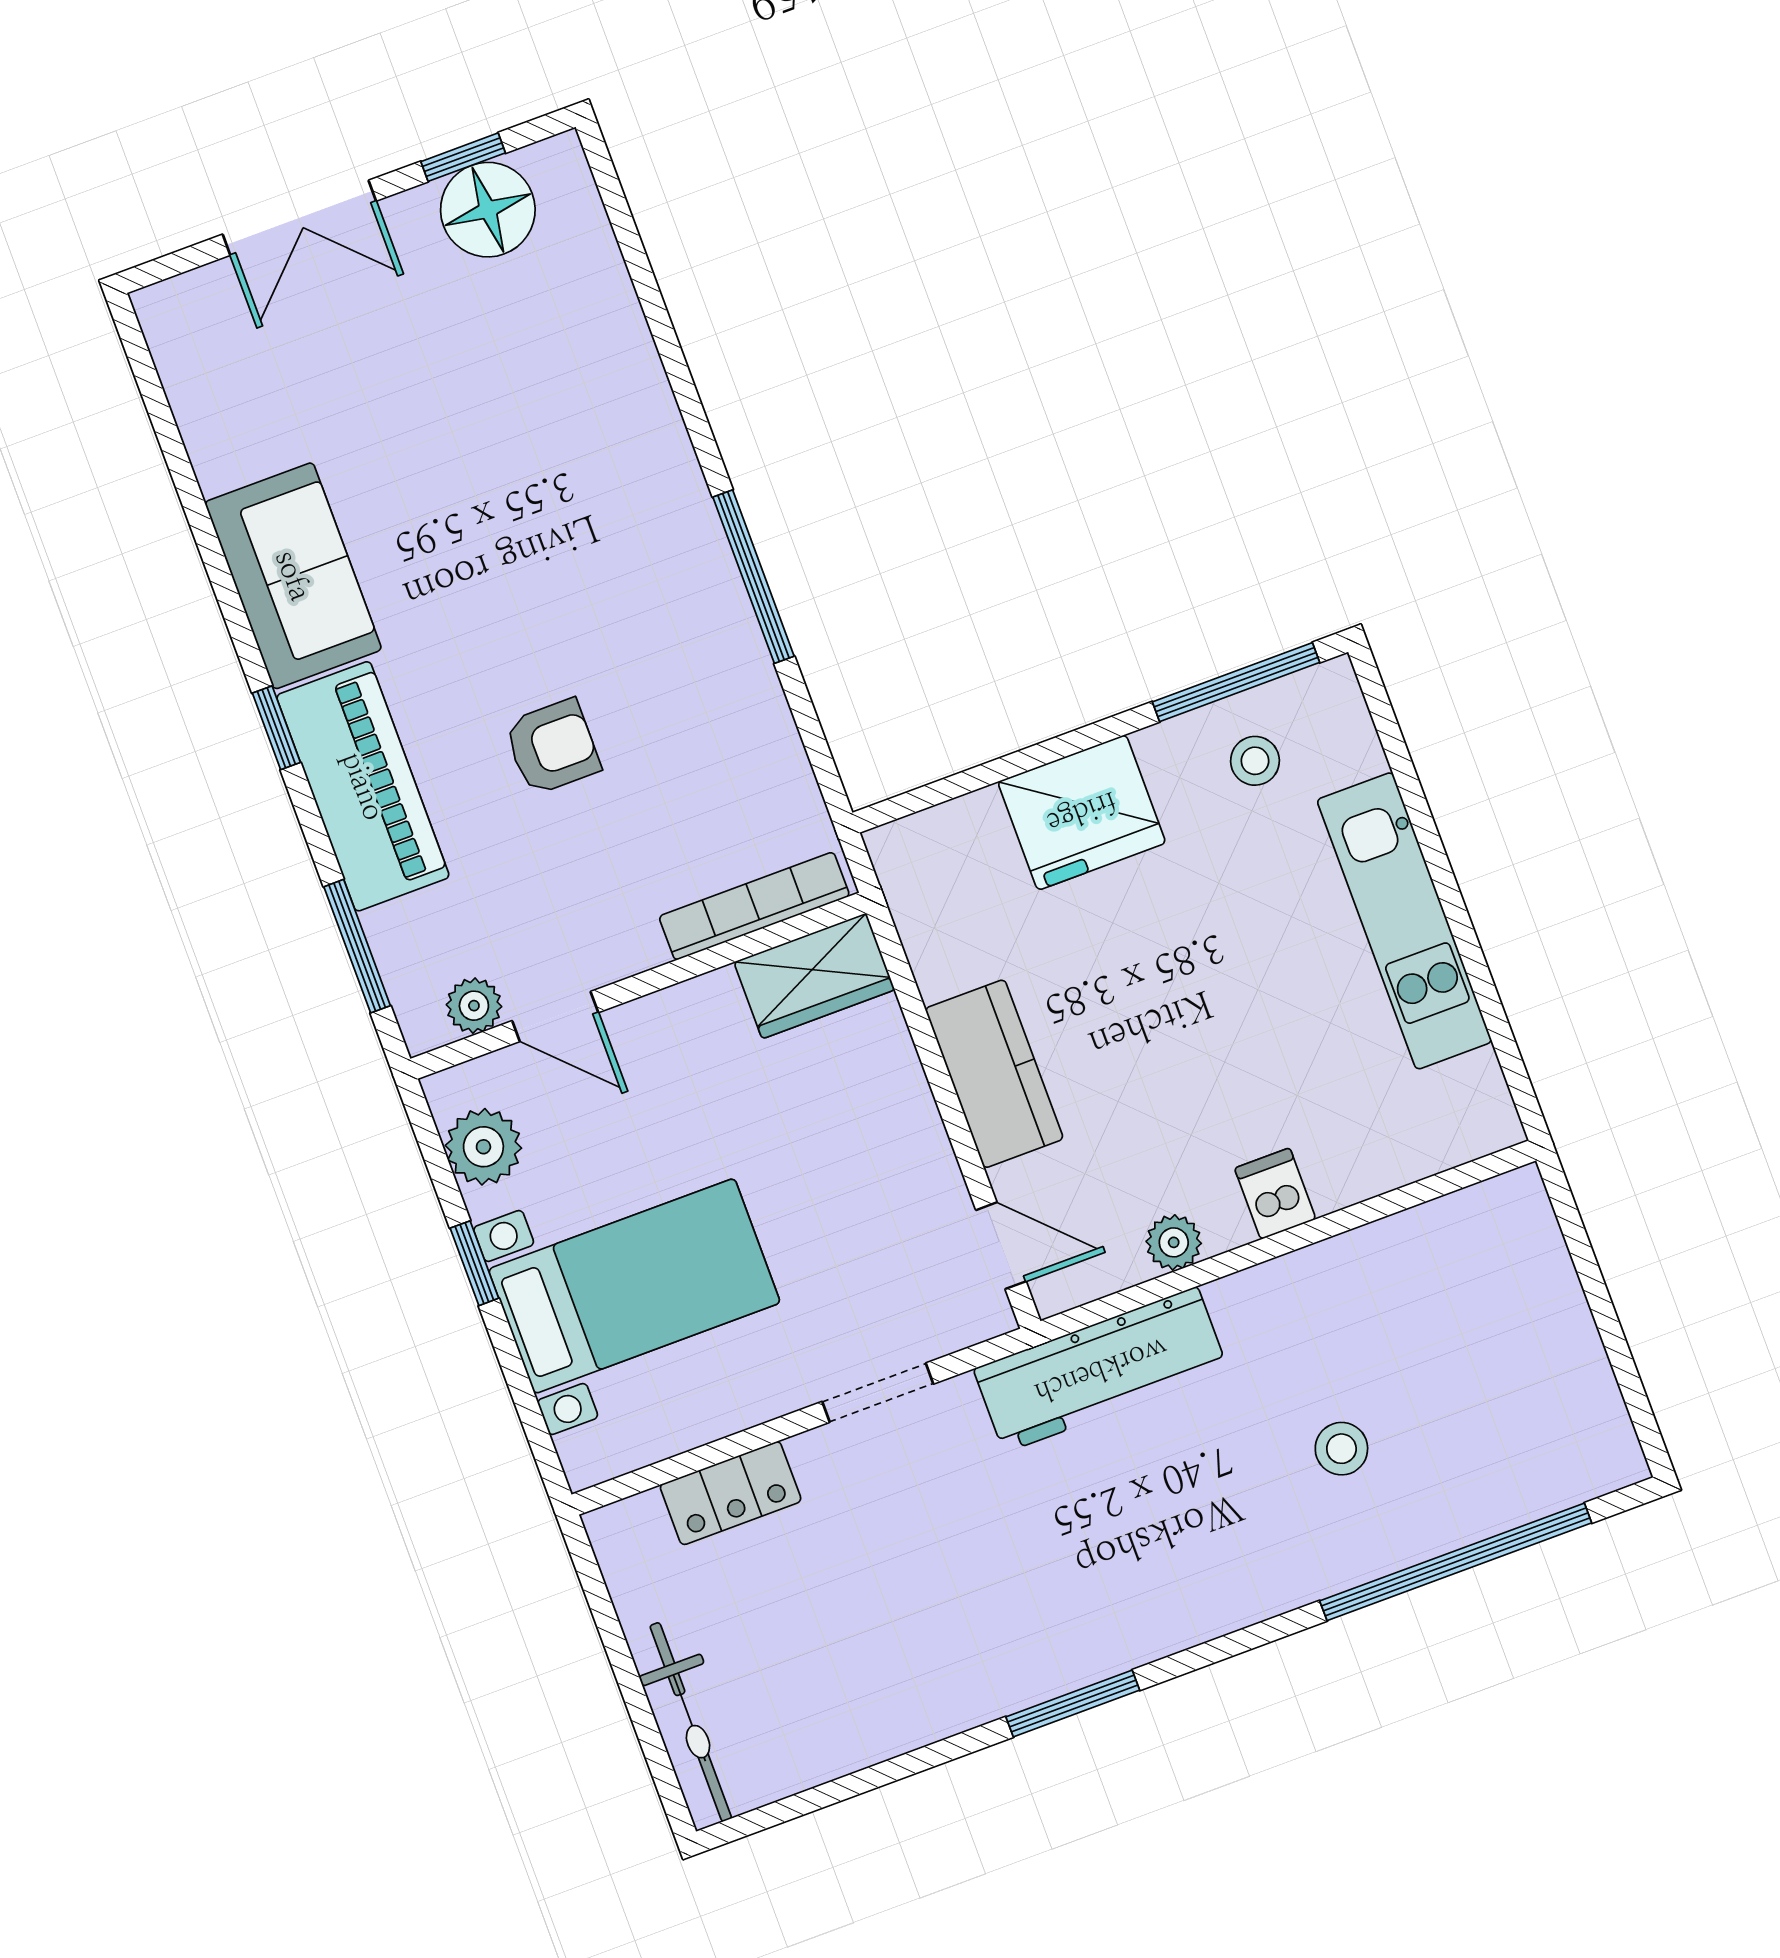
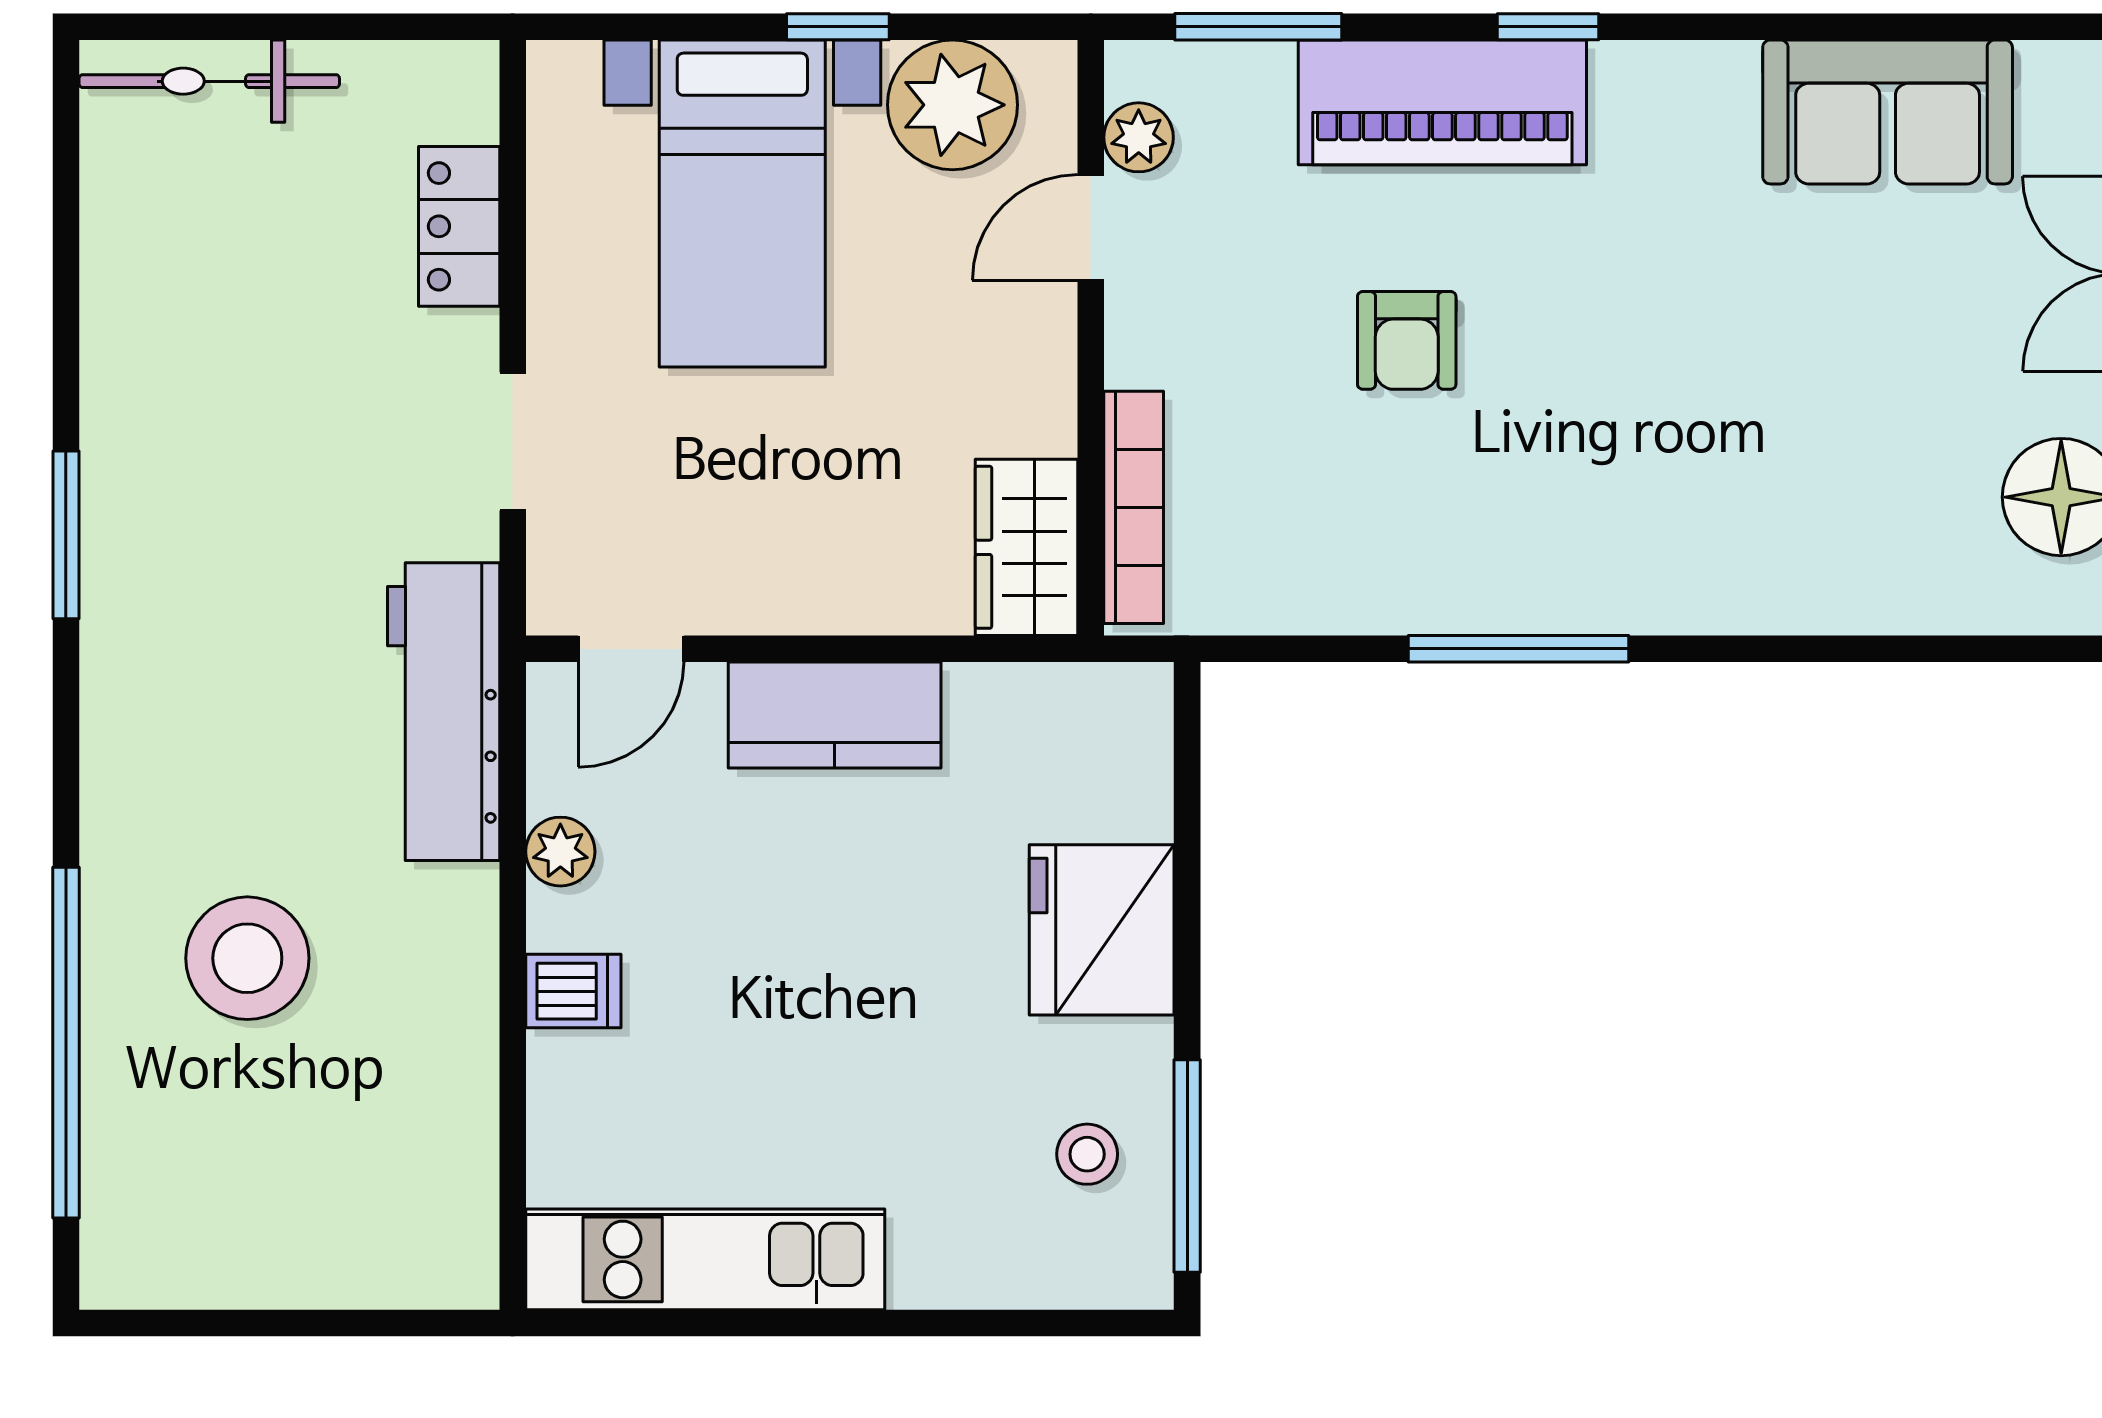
sofa: (293, 576) -> (1888, 112), moved
kitchen unit: (1404, 921) -> (705, 1259), moved
plant: (483, 1147) -> (952, 105), width x1.36, depth x1.36
stool: (1341, 1449) -> (247, 958), width x1.89, depth x1.89

